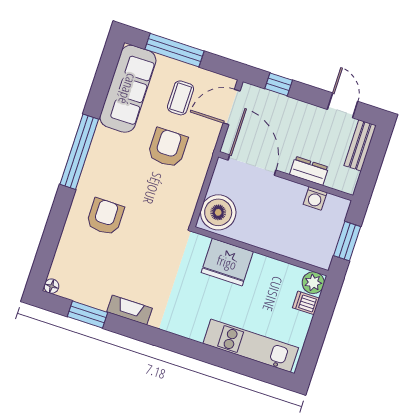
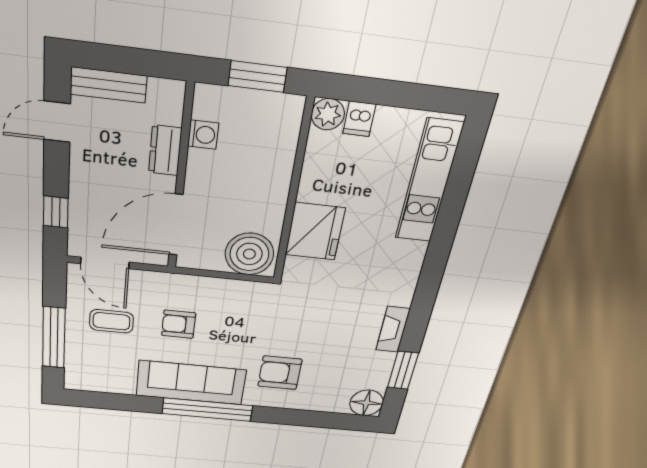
sofa: (128, 89) -> (191, 383), moved
armchair: (168, 148) -> (179, 324), width x0.72, depth x0.72
floor lamp: (51, 286) -> (366, 403), width x1.89, depth x1.89

